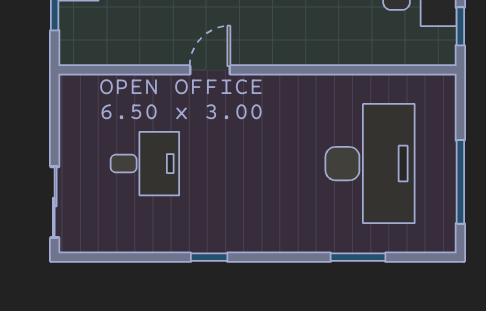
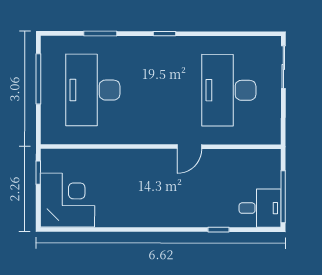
desk: (145, 164) -> (229, 90), width x1.87, depth x1.30
window: (209, 257) -> (165, 34), moved

